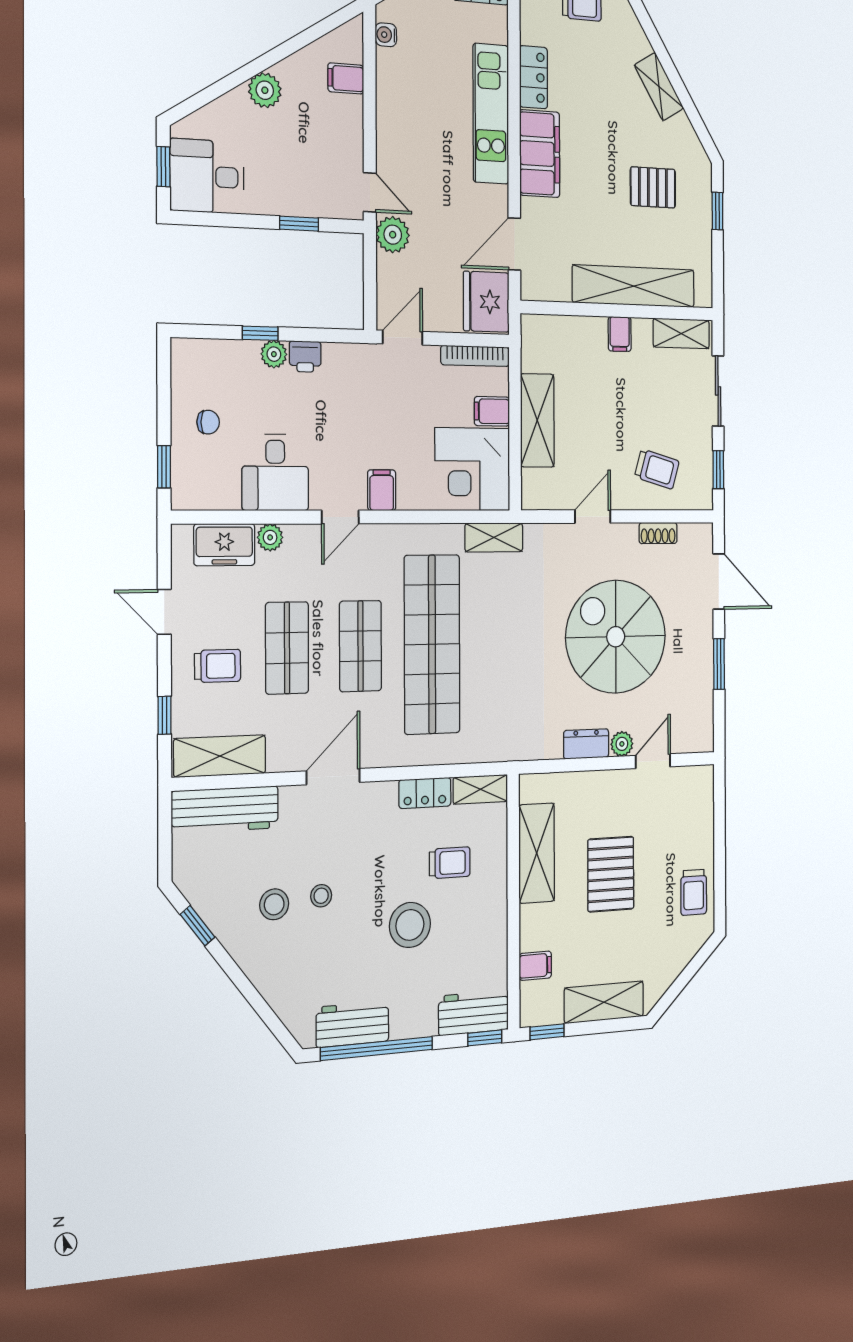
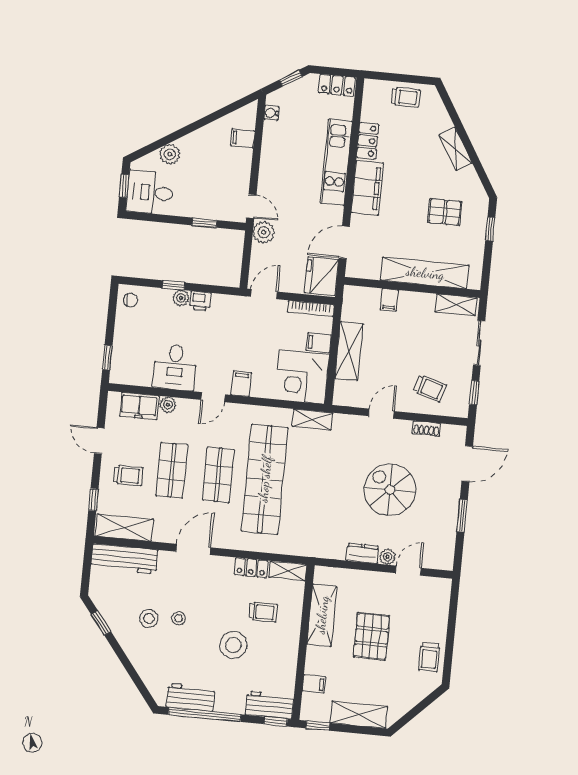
plant: (265, 90) -> (170, 154), moved
filing cabinet: (620, 334) -> (389, 300), moved
chair: (208, 422) -> (131, 300), moved
door: (719, 582) -> (467, 464), hinge flipped
spiral stairs: (616, 637) -> (390, 490), width x0.73, depth x0.73

